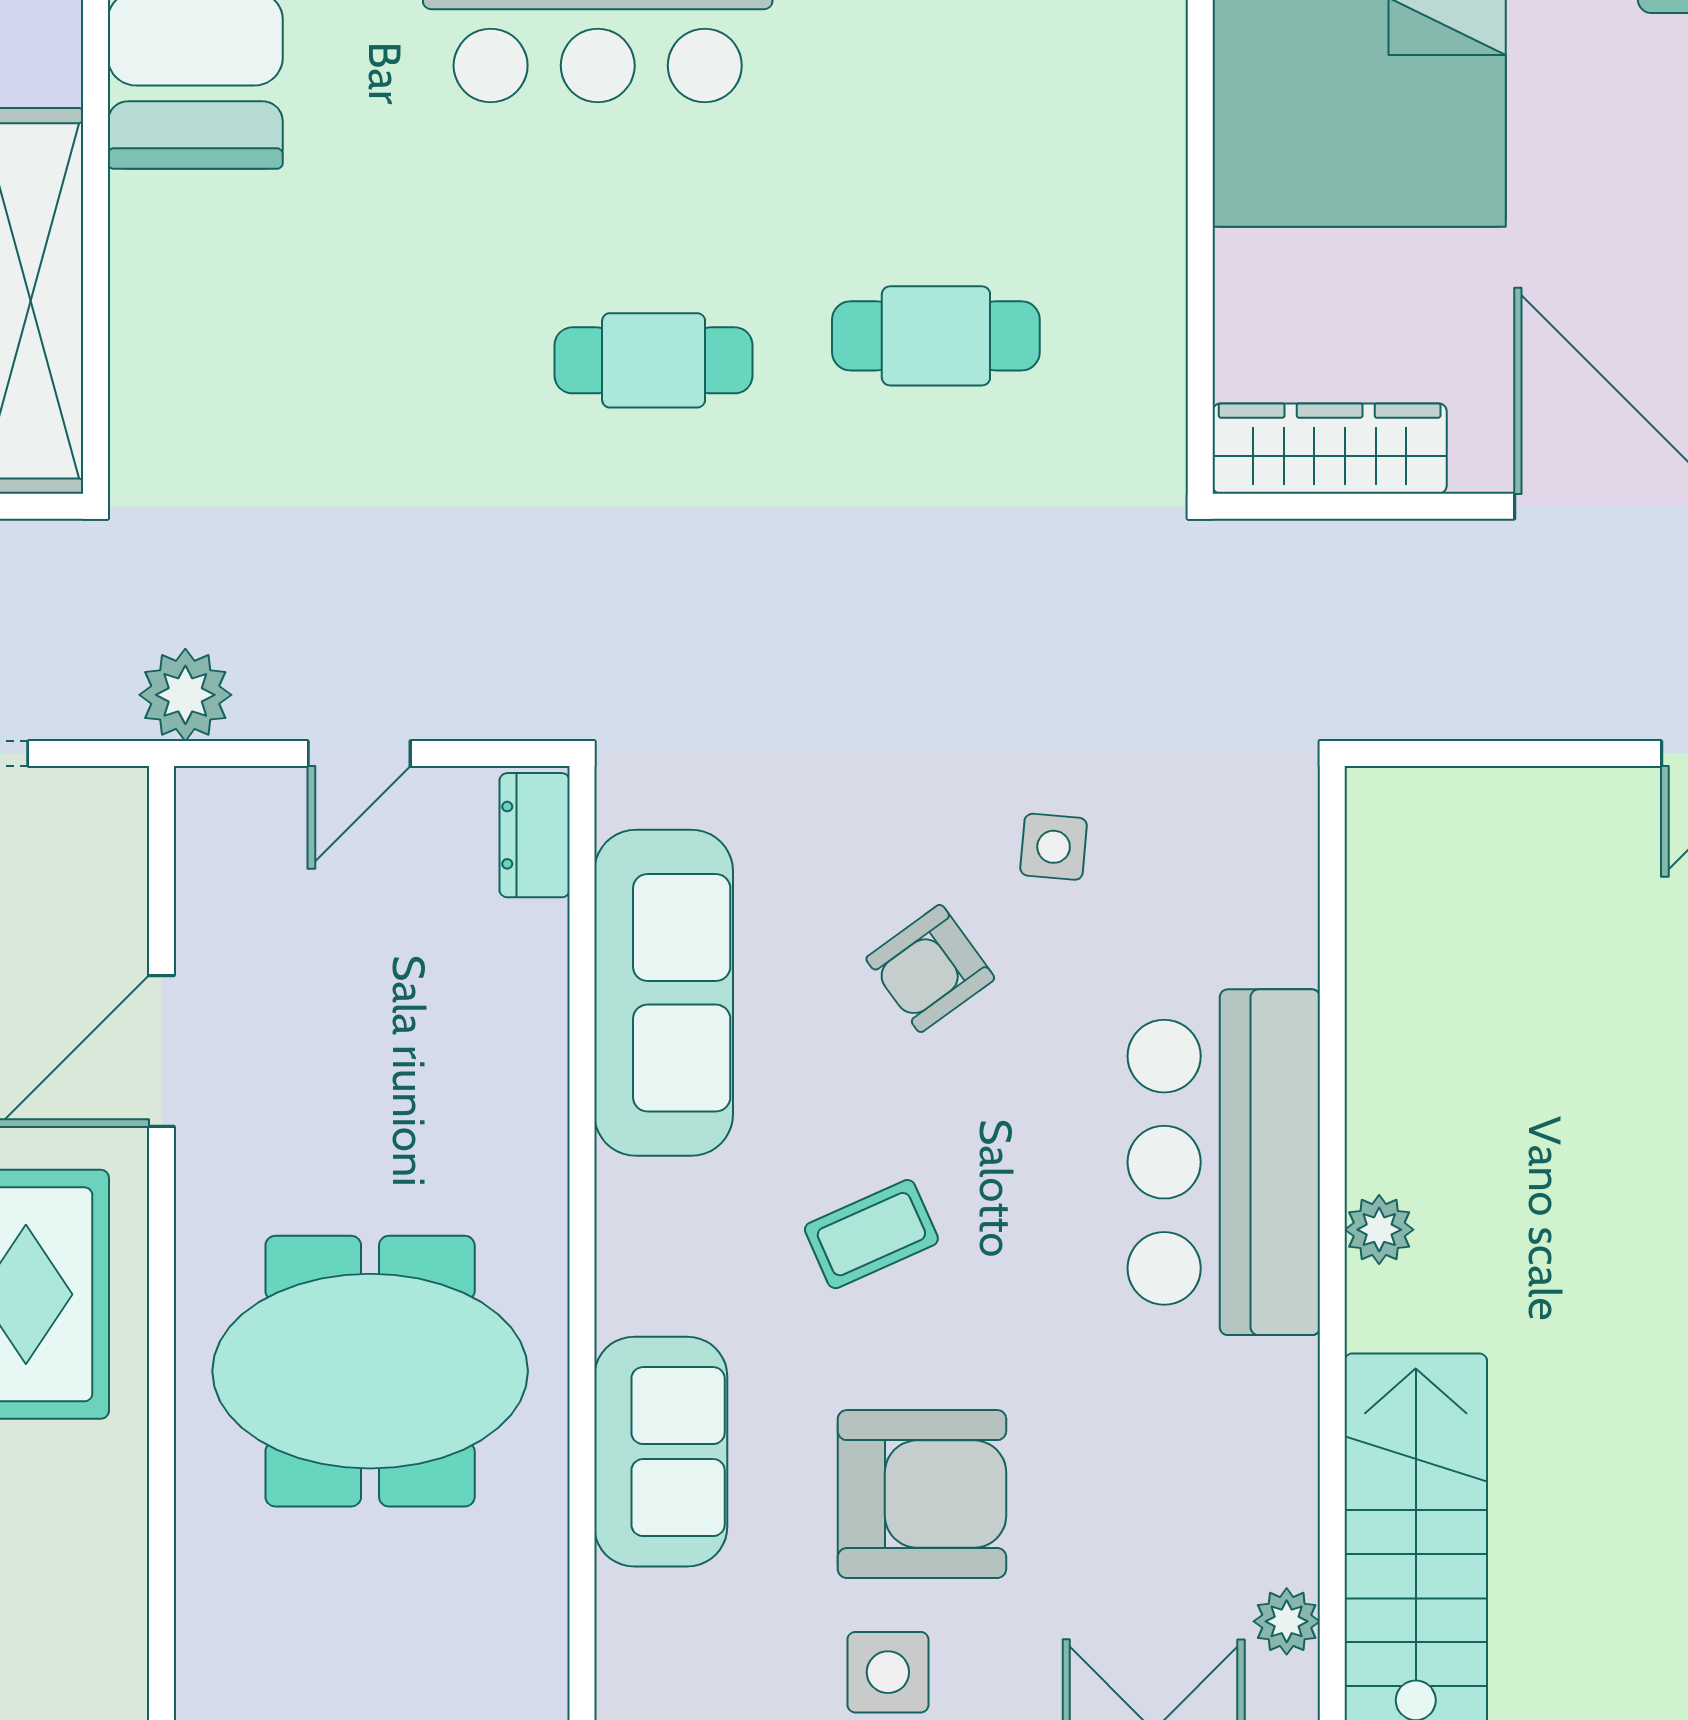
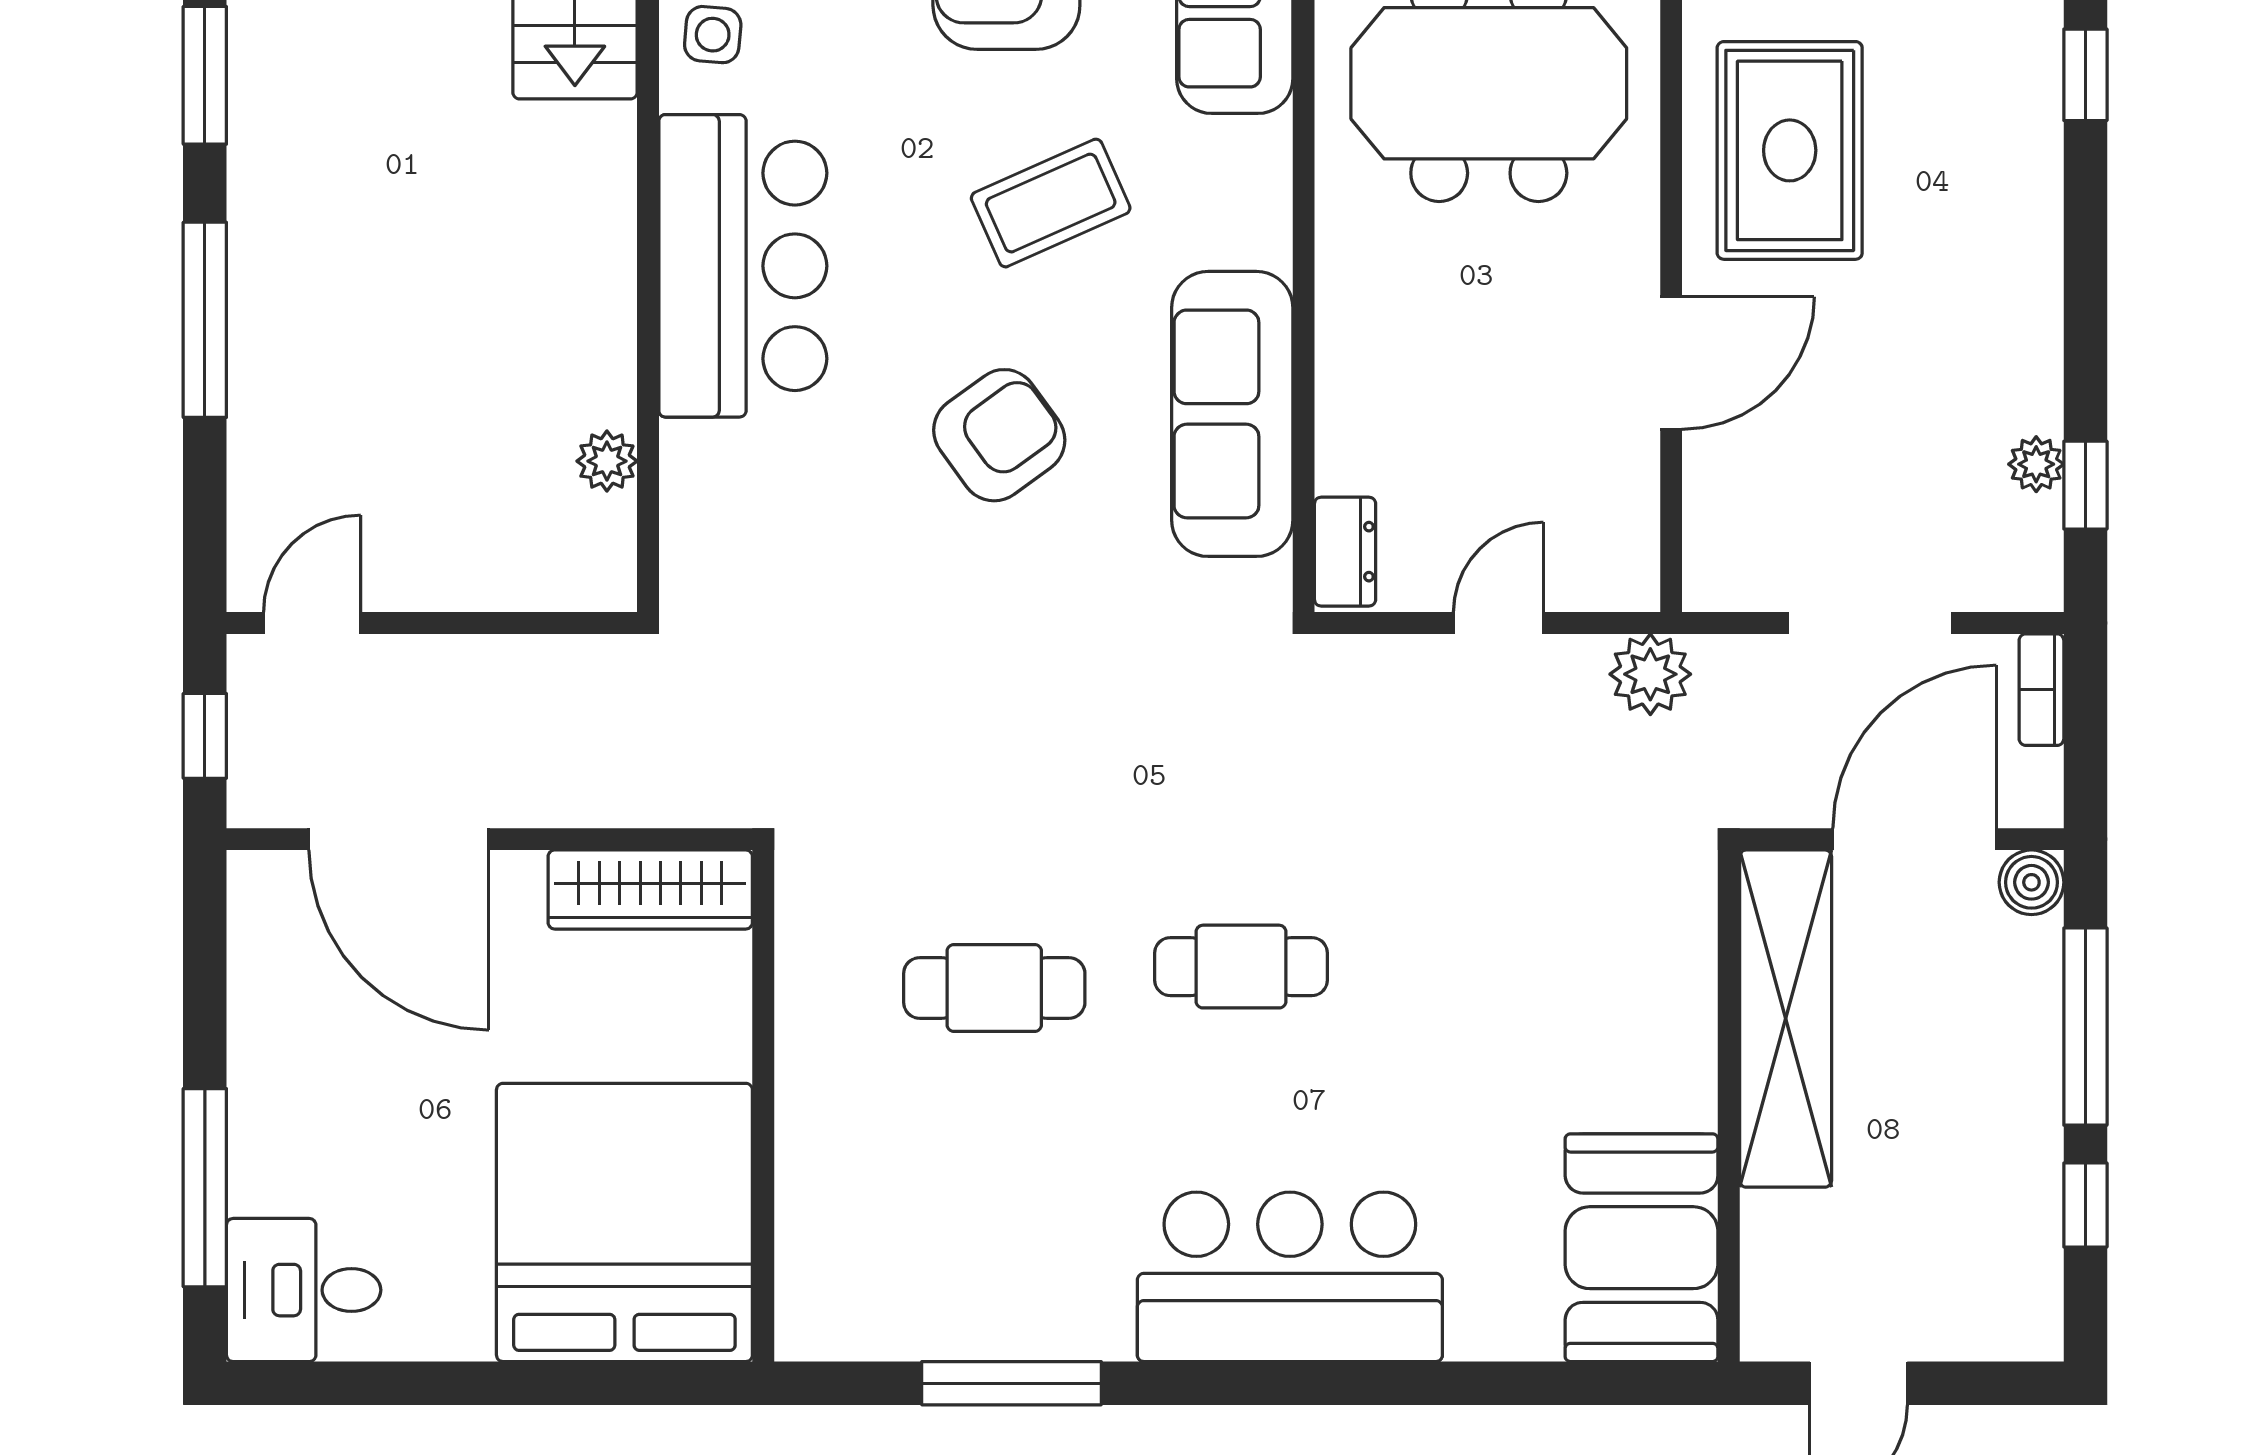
side table: (1054, 847) -> (713, 35), moved
armchair: (930, 968) -> (999, 435), width x1.38, depth x1.38
plant: (1379, 1230) -> (607, 461), moved
coffee table: (871, 1234) -> (1051, 203), width x1.36, depth x1.30

